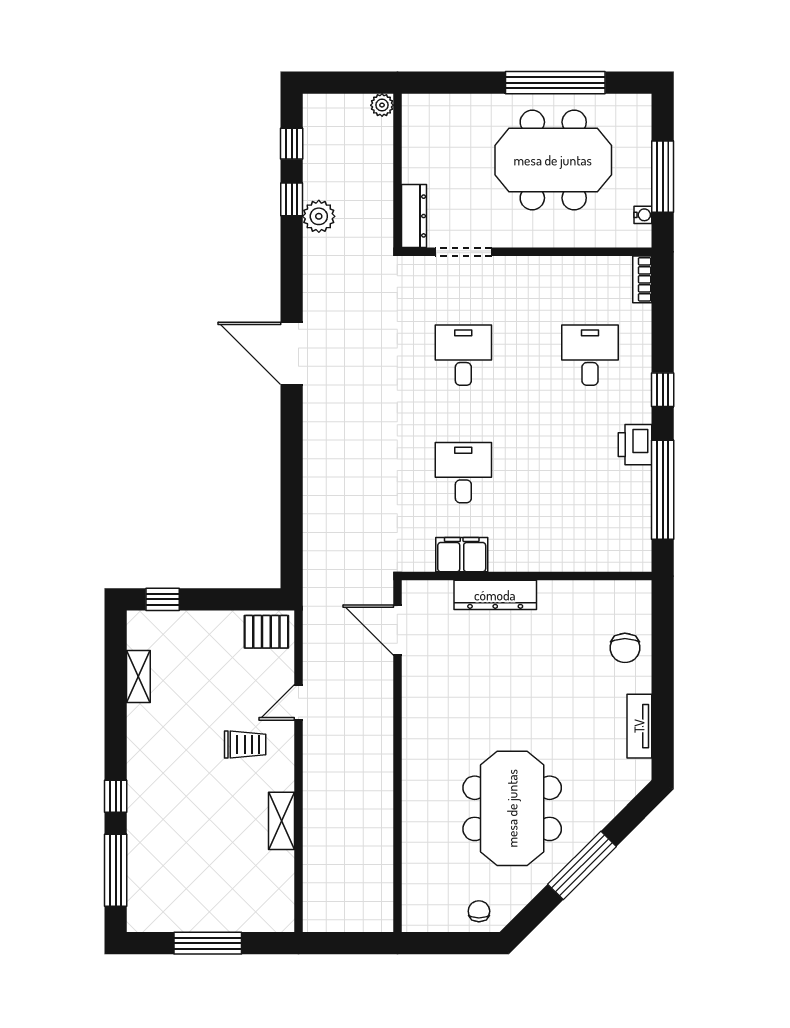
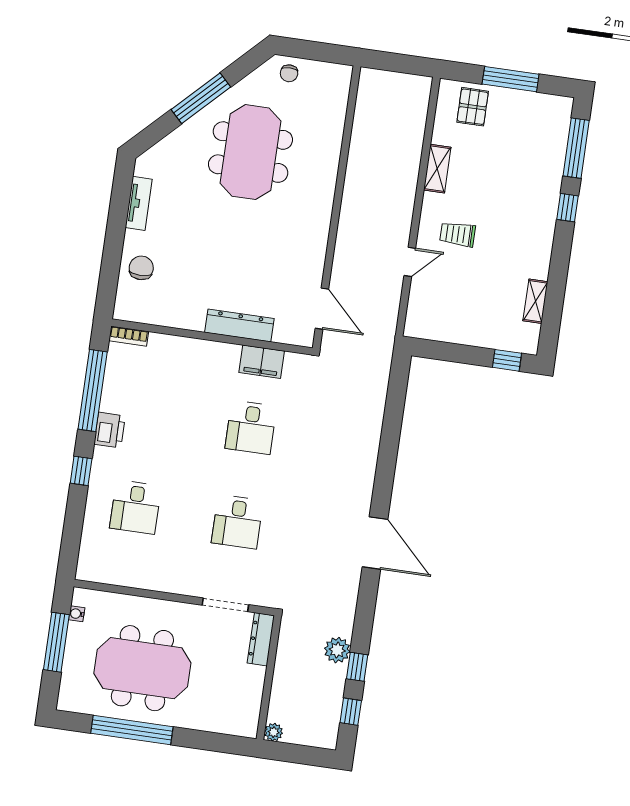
bookcase: (642, 279) -> (129, 336), moved, turned 90
pallet: (266, 632) -> (473, 107), moved, turned 90

